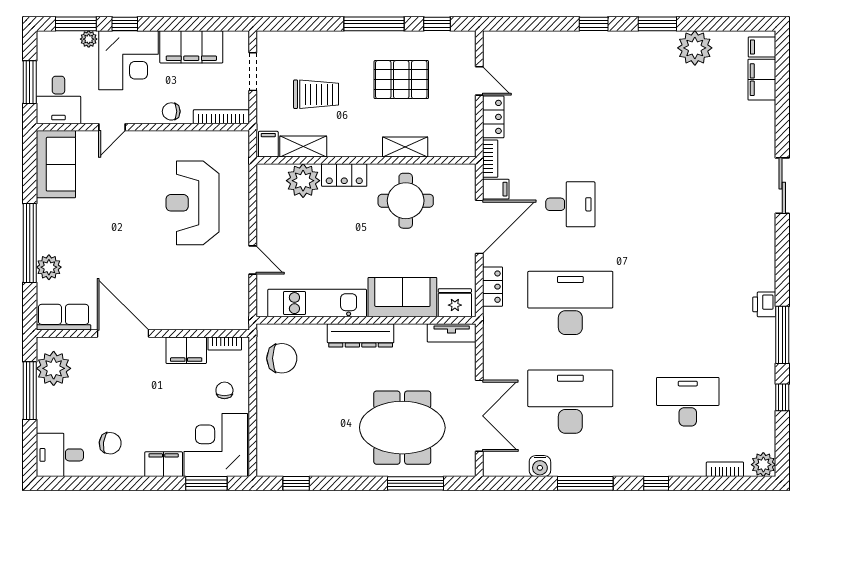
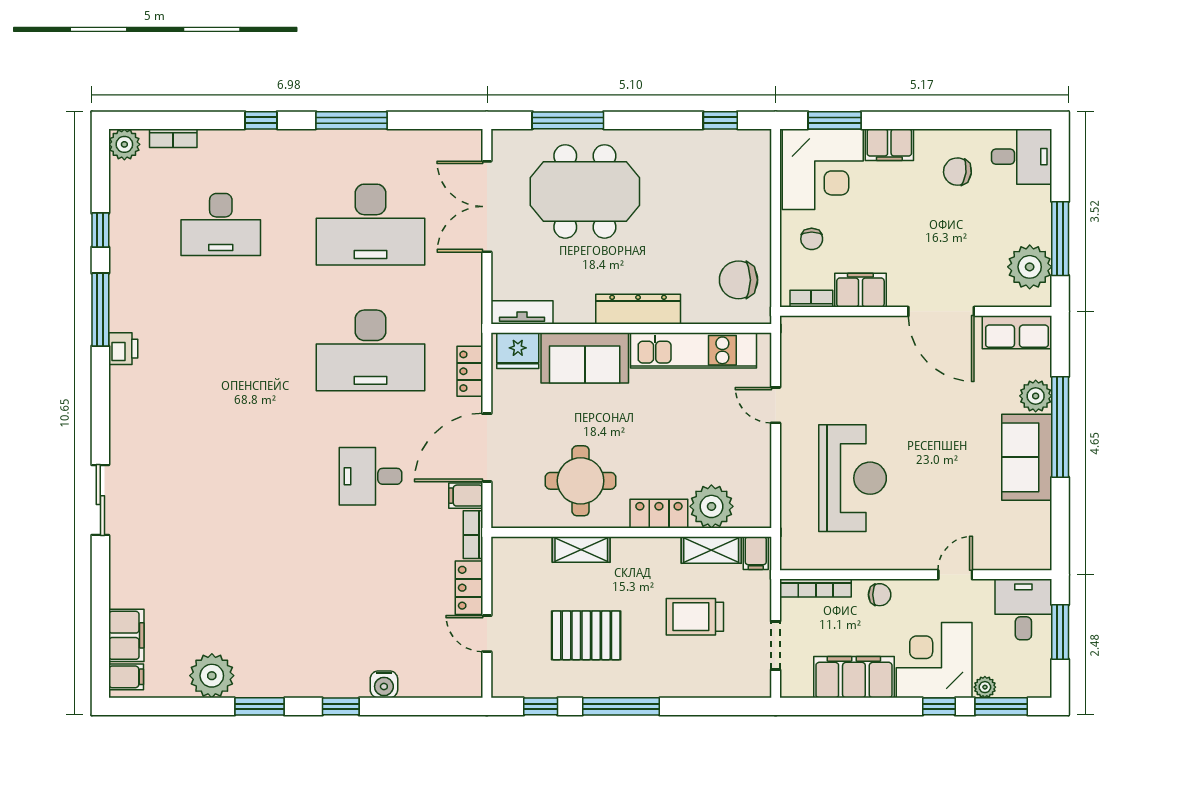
sofa: (56, 164) -> (1027, 457), moved
water cooler: (540, 466) -> (384, 684), moved, turned 180

